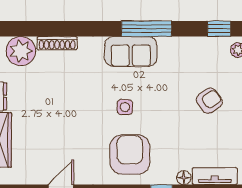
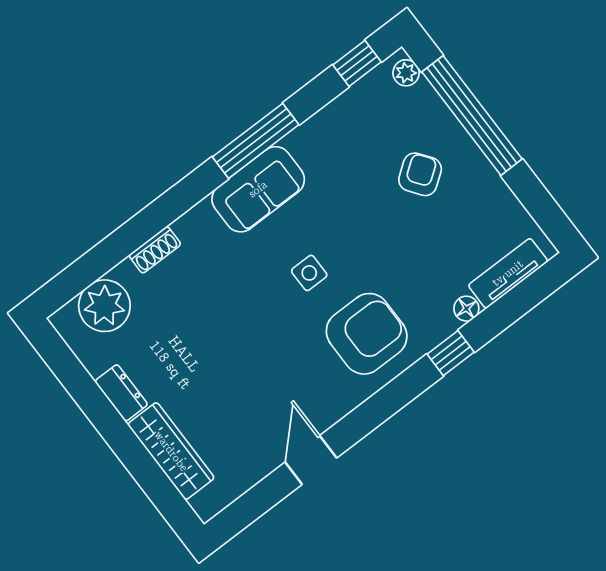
shoe rack: (57, 43) -> (155, 250), width x0.70
armchair: (130, 155) -> (367, 334), turned 90

